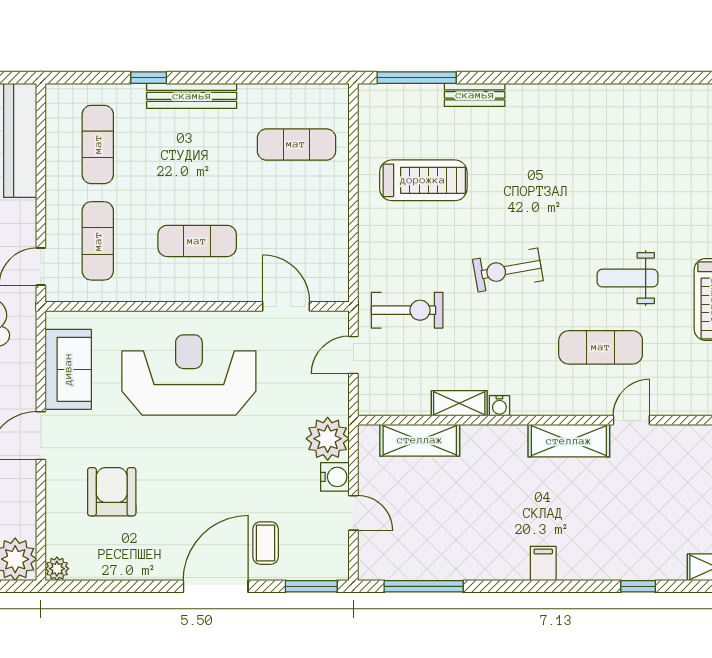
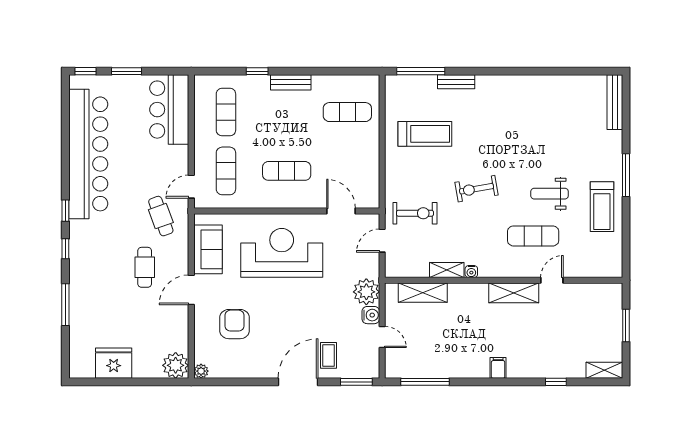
bench: (192, 96) -> (291, 82), width x0.73

